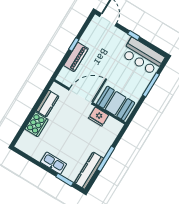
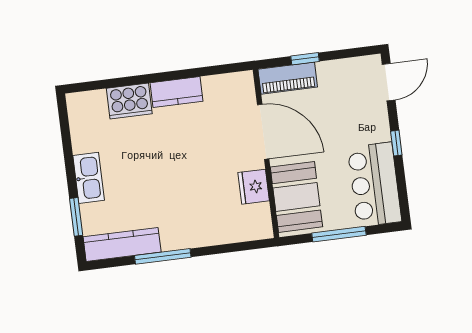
door: (81, 96) -> (263, 132), moved
wall: (90, 102) -> (266, 153), moved
booth: (116, 103) -> (296, 197), moved
fridge: (99, 117) -> (254, 187), moved

